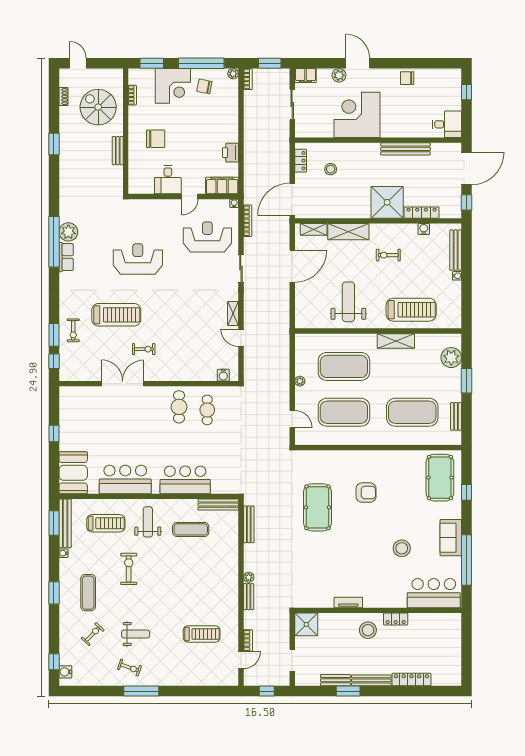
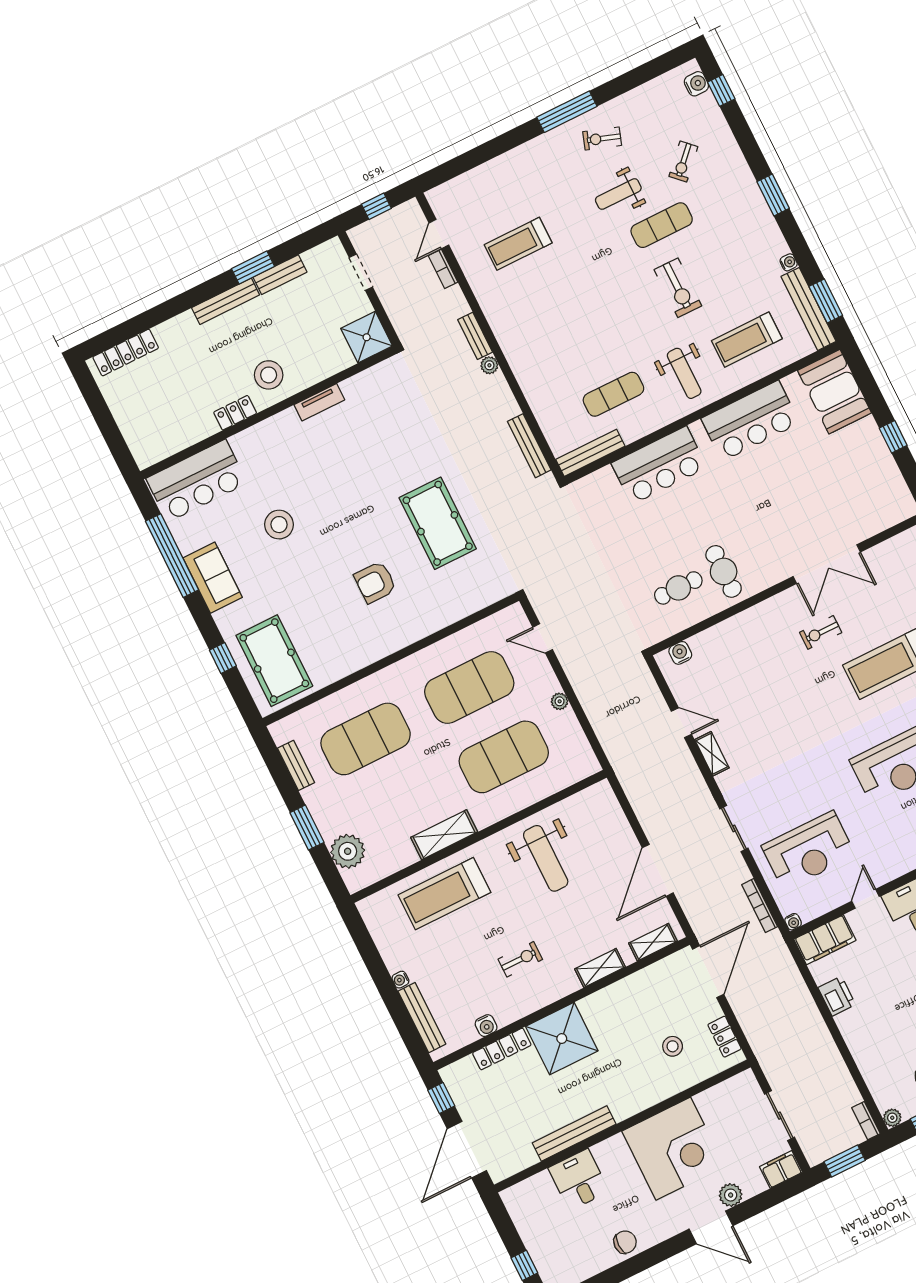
desk: (447, 124) -> (579, 1180), moved, turned 90
shelving: (348, 232) -> (600, 968), width x0.67, depth x0.75
cafe table: (207, 410) -> (678, 588), turned 90
exercise mat: (88, 593) -> (662, 225), moved, turned 90
locker: (411, 680) -> (126, 352), moved

